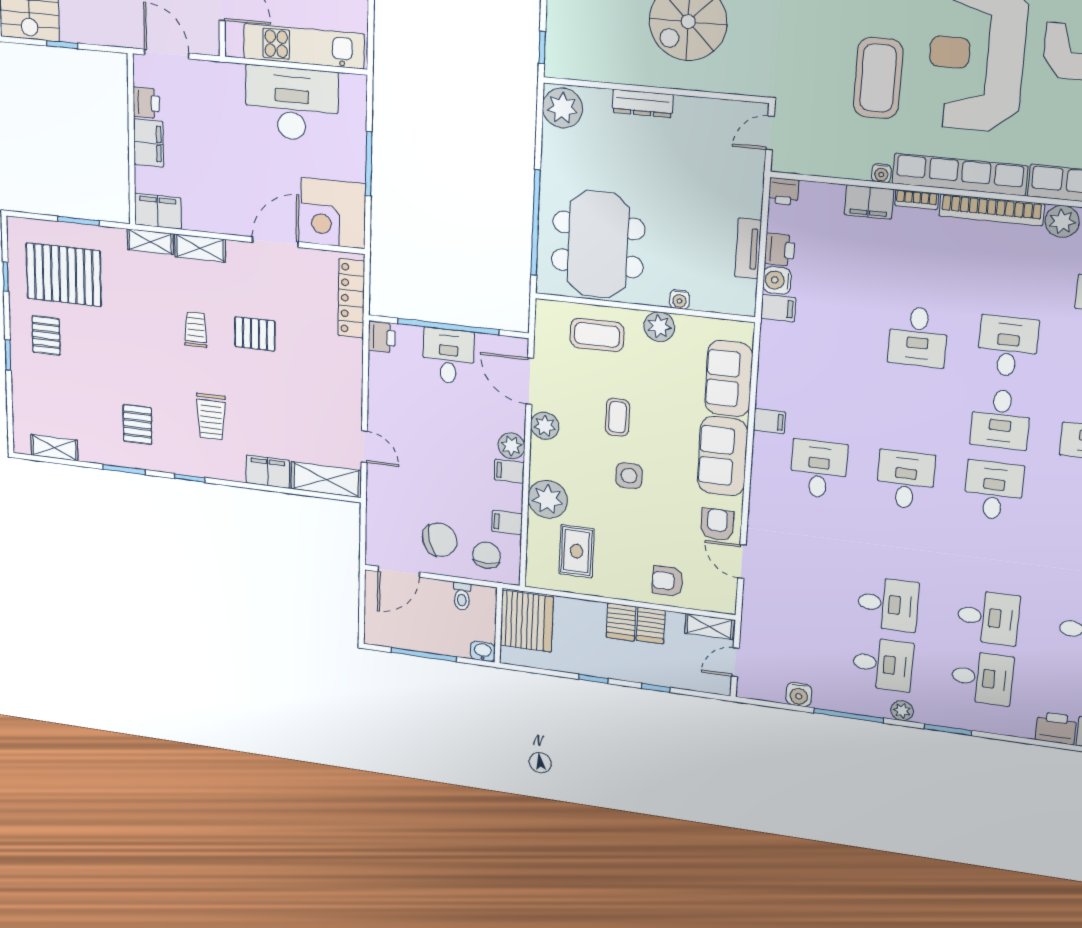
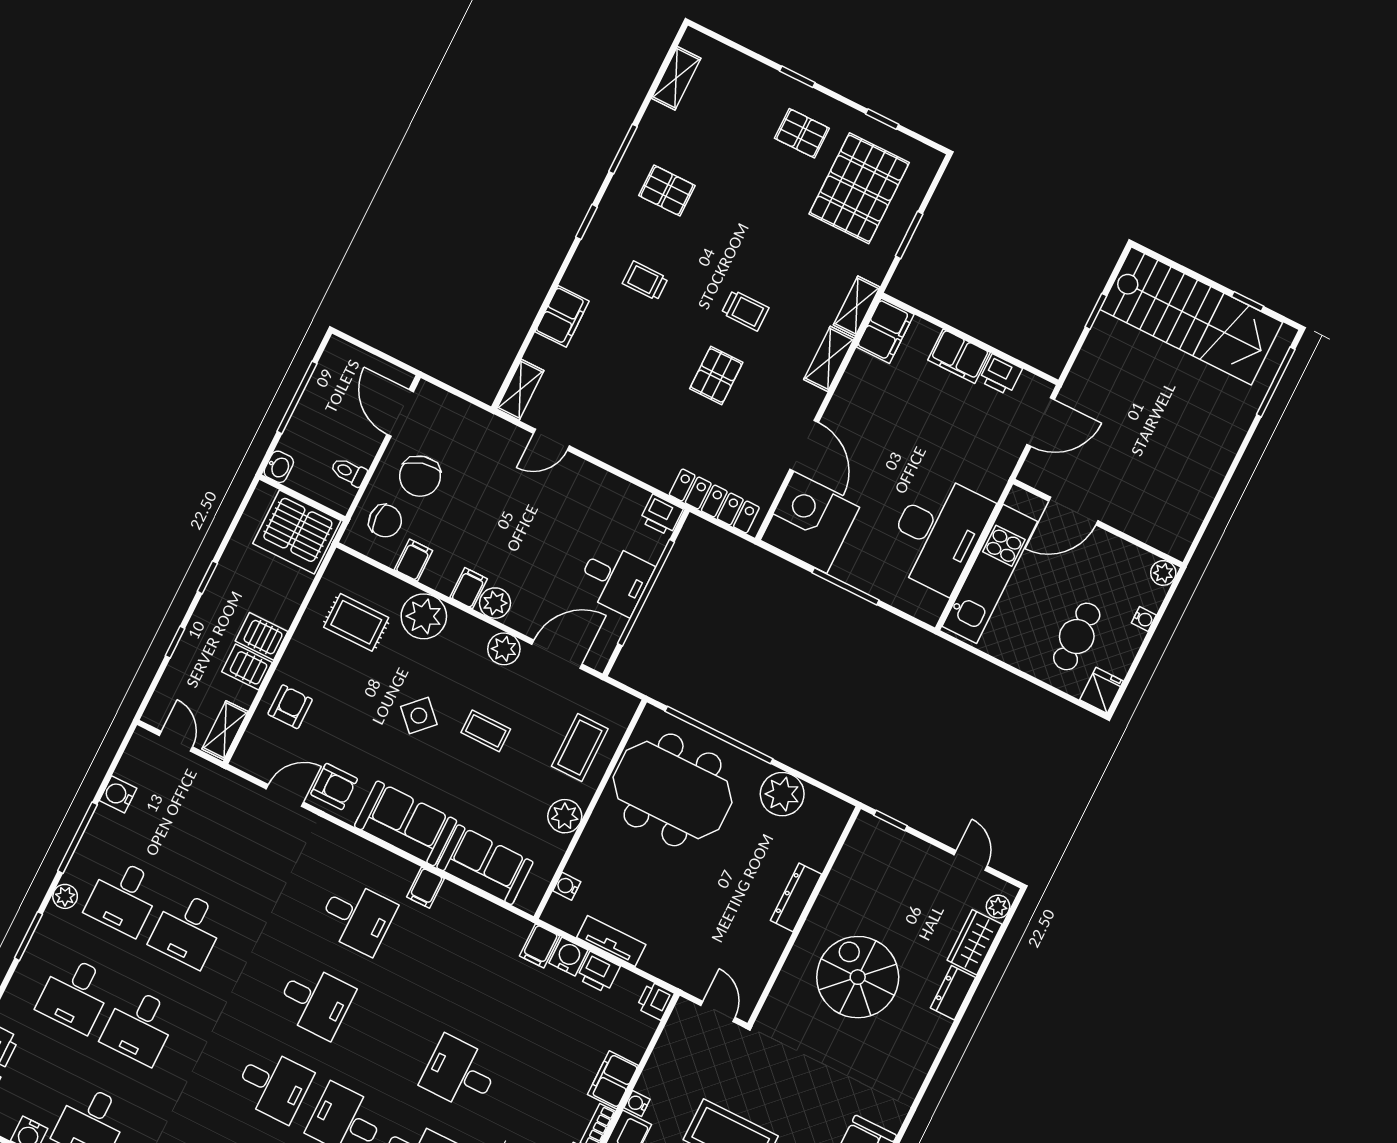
plant: (562, 108) -> (782, 794), moved
water cooler: (680, 299) -> (567, 886), moved
trolley: (211, 417) -> (645, 281), width x0.73, depth x0.72
side table: (629, 476) -> (419, 716), turned 45
shelving: (326, 480) -> (520, 390), width x0.67, depth x0.75

